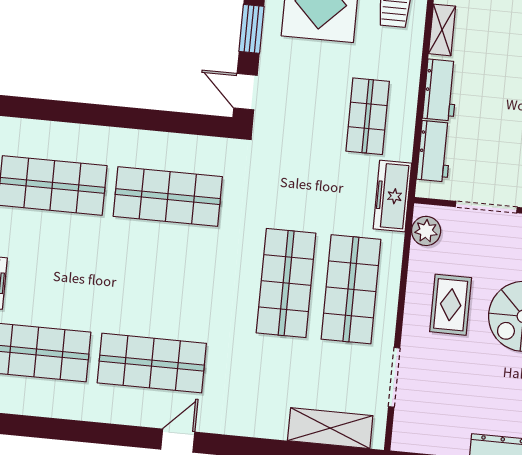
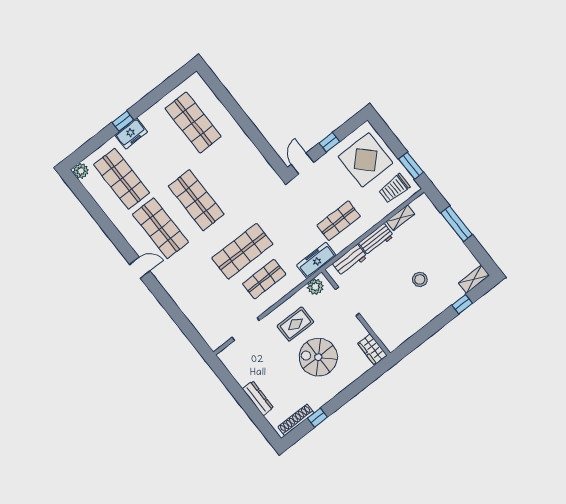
window: (252, 29) -> (329, 142), width x0.67
shop shelf: (168, 197) -> (196, 200), moved
shop shelf: (351, 289) -> (264, 279), width x0.70, depth x0.74
shelving: (330, 428) -> (202, 323), removed

